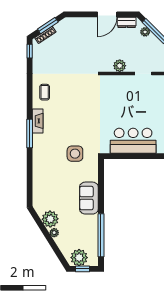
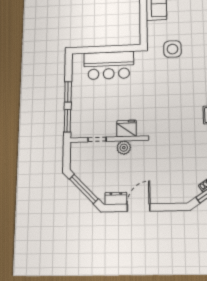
plant: (145, 32) -> (95, 188), removed
fridge: (117, 83) -> (127, 128), added

